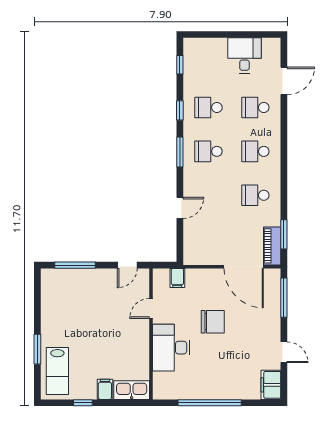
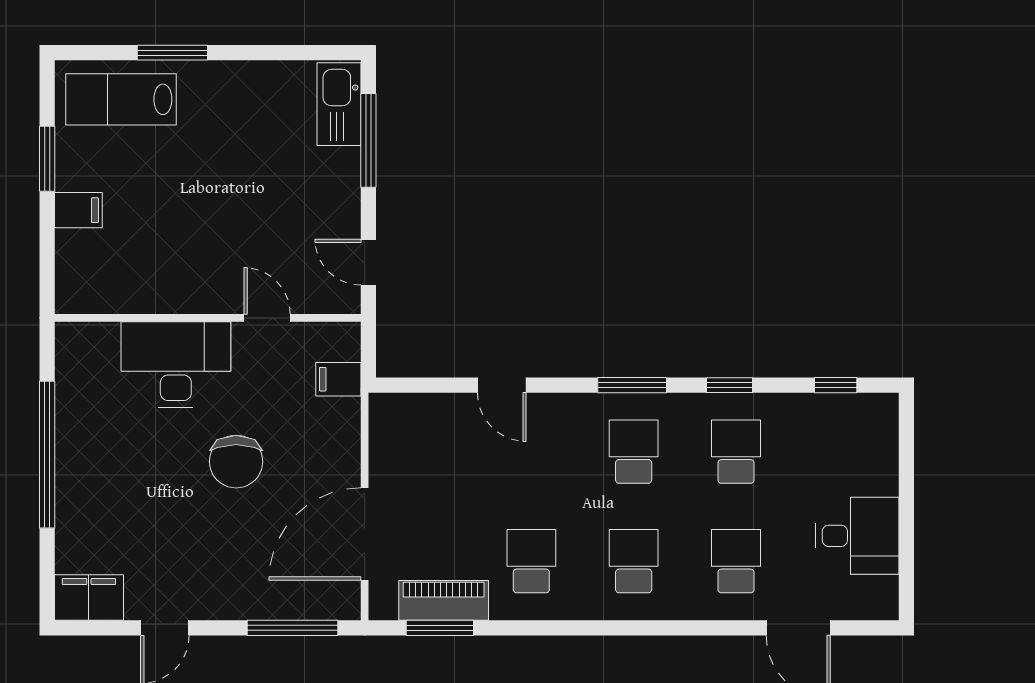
piano: (272, 246) -> (444, 600), moved
kitchen sink: (132, 390) -> (339, 104), moved, turned 180
window: (83, 403) -> (47, 159), width x1.50

